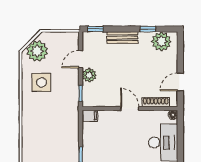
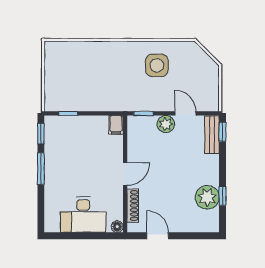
bench: (122, 38) -> (212, 135), moved
plant: (161, 41) -> (207, 197), moved
plant: (37, 51) -> (195, 60), removed

